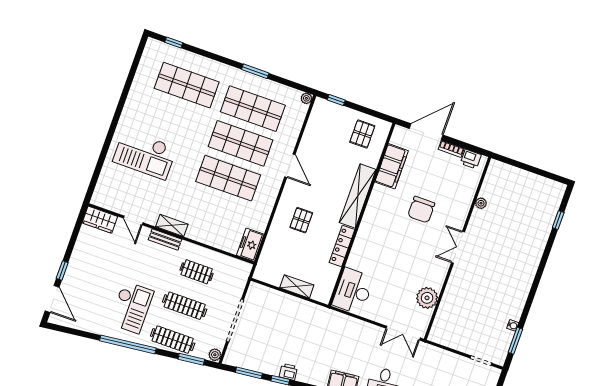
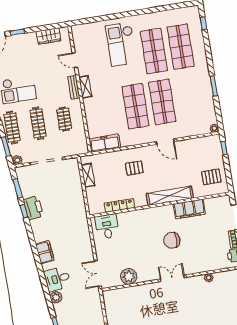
shop shelf: (253, 109) -> (154, 51), moved
door: (290, 166) -> (165, 142), hinge flipped
filing cabinet: (392, 166) -> (189, 209), moved
chair: (421, 210) -> (172, 240), moved
wardrobe: (100, 220) -> (49, 36), moved, turned -90
door: (133, 220) -> (75, 60), hinge flipped
freezer: (250, 245) -> (105, 143), width x1.40
locker: (342, 246) -> (120, 205), moved
shelving: (297, 286) -> (88, 175), moved
desk: (353, 291) -> (107, 226), width x0.73
printer: (288, 372) -> (33, 208), width x1.87, depth x1.48

